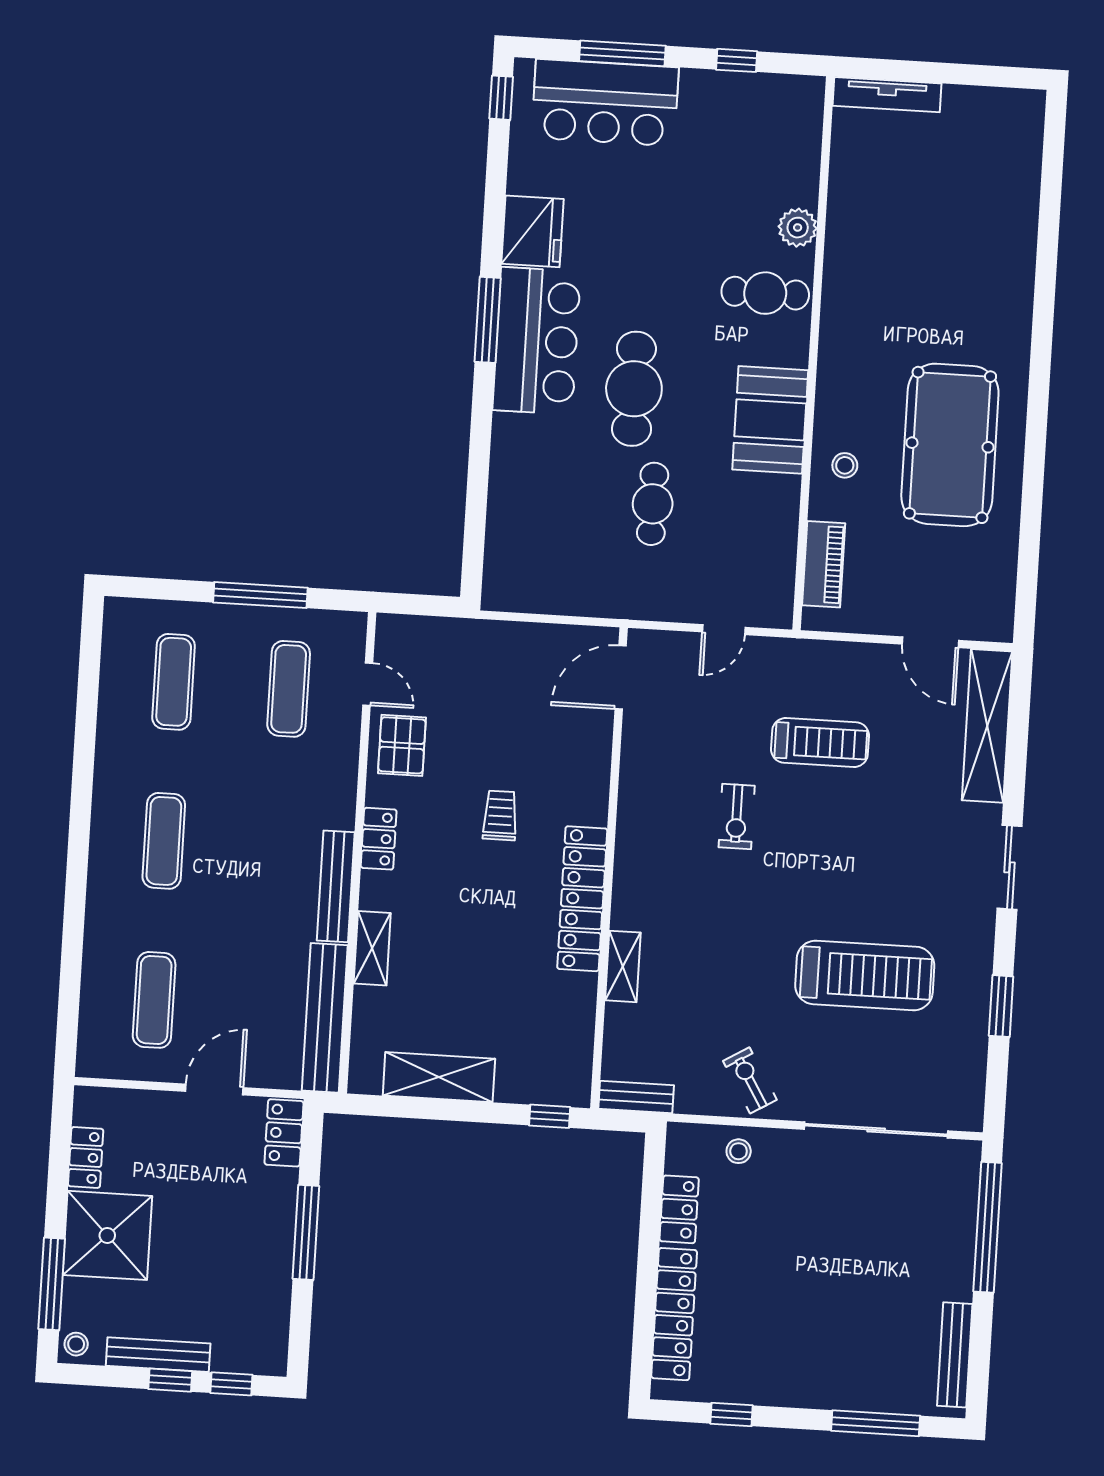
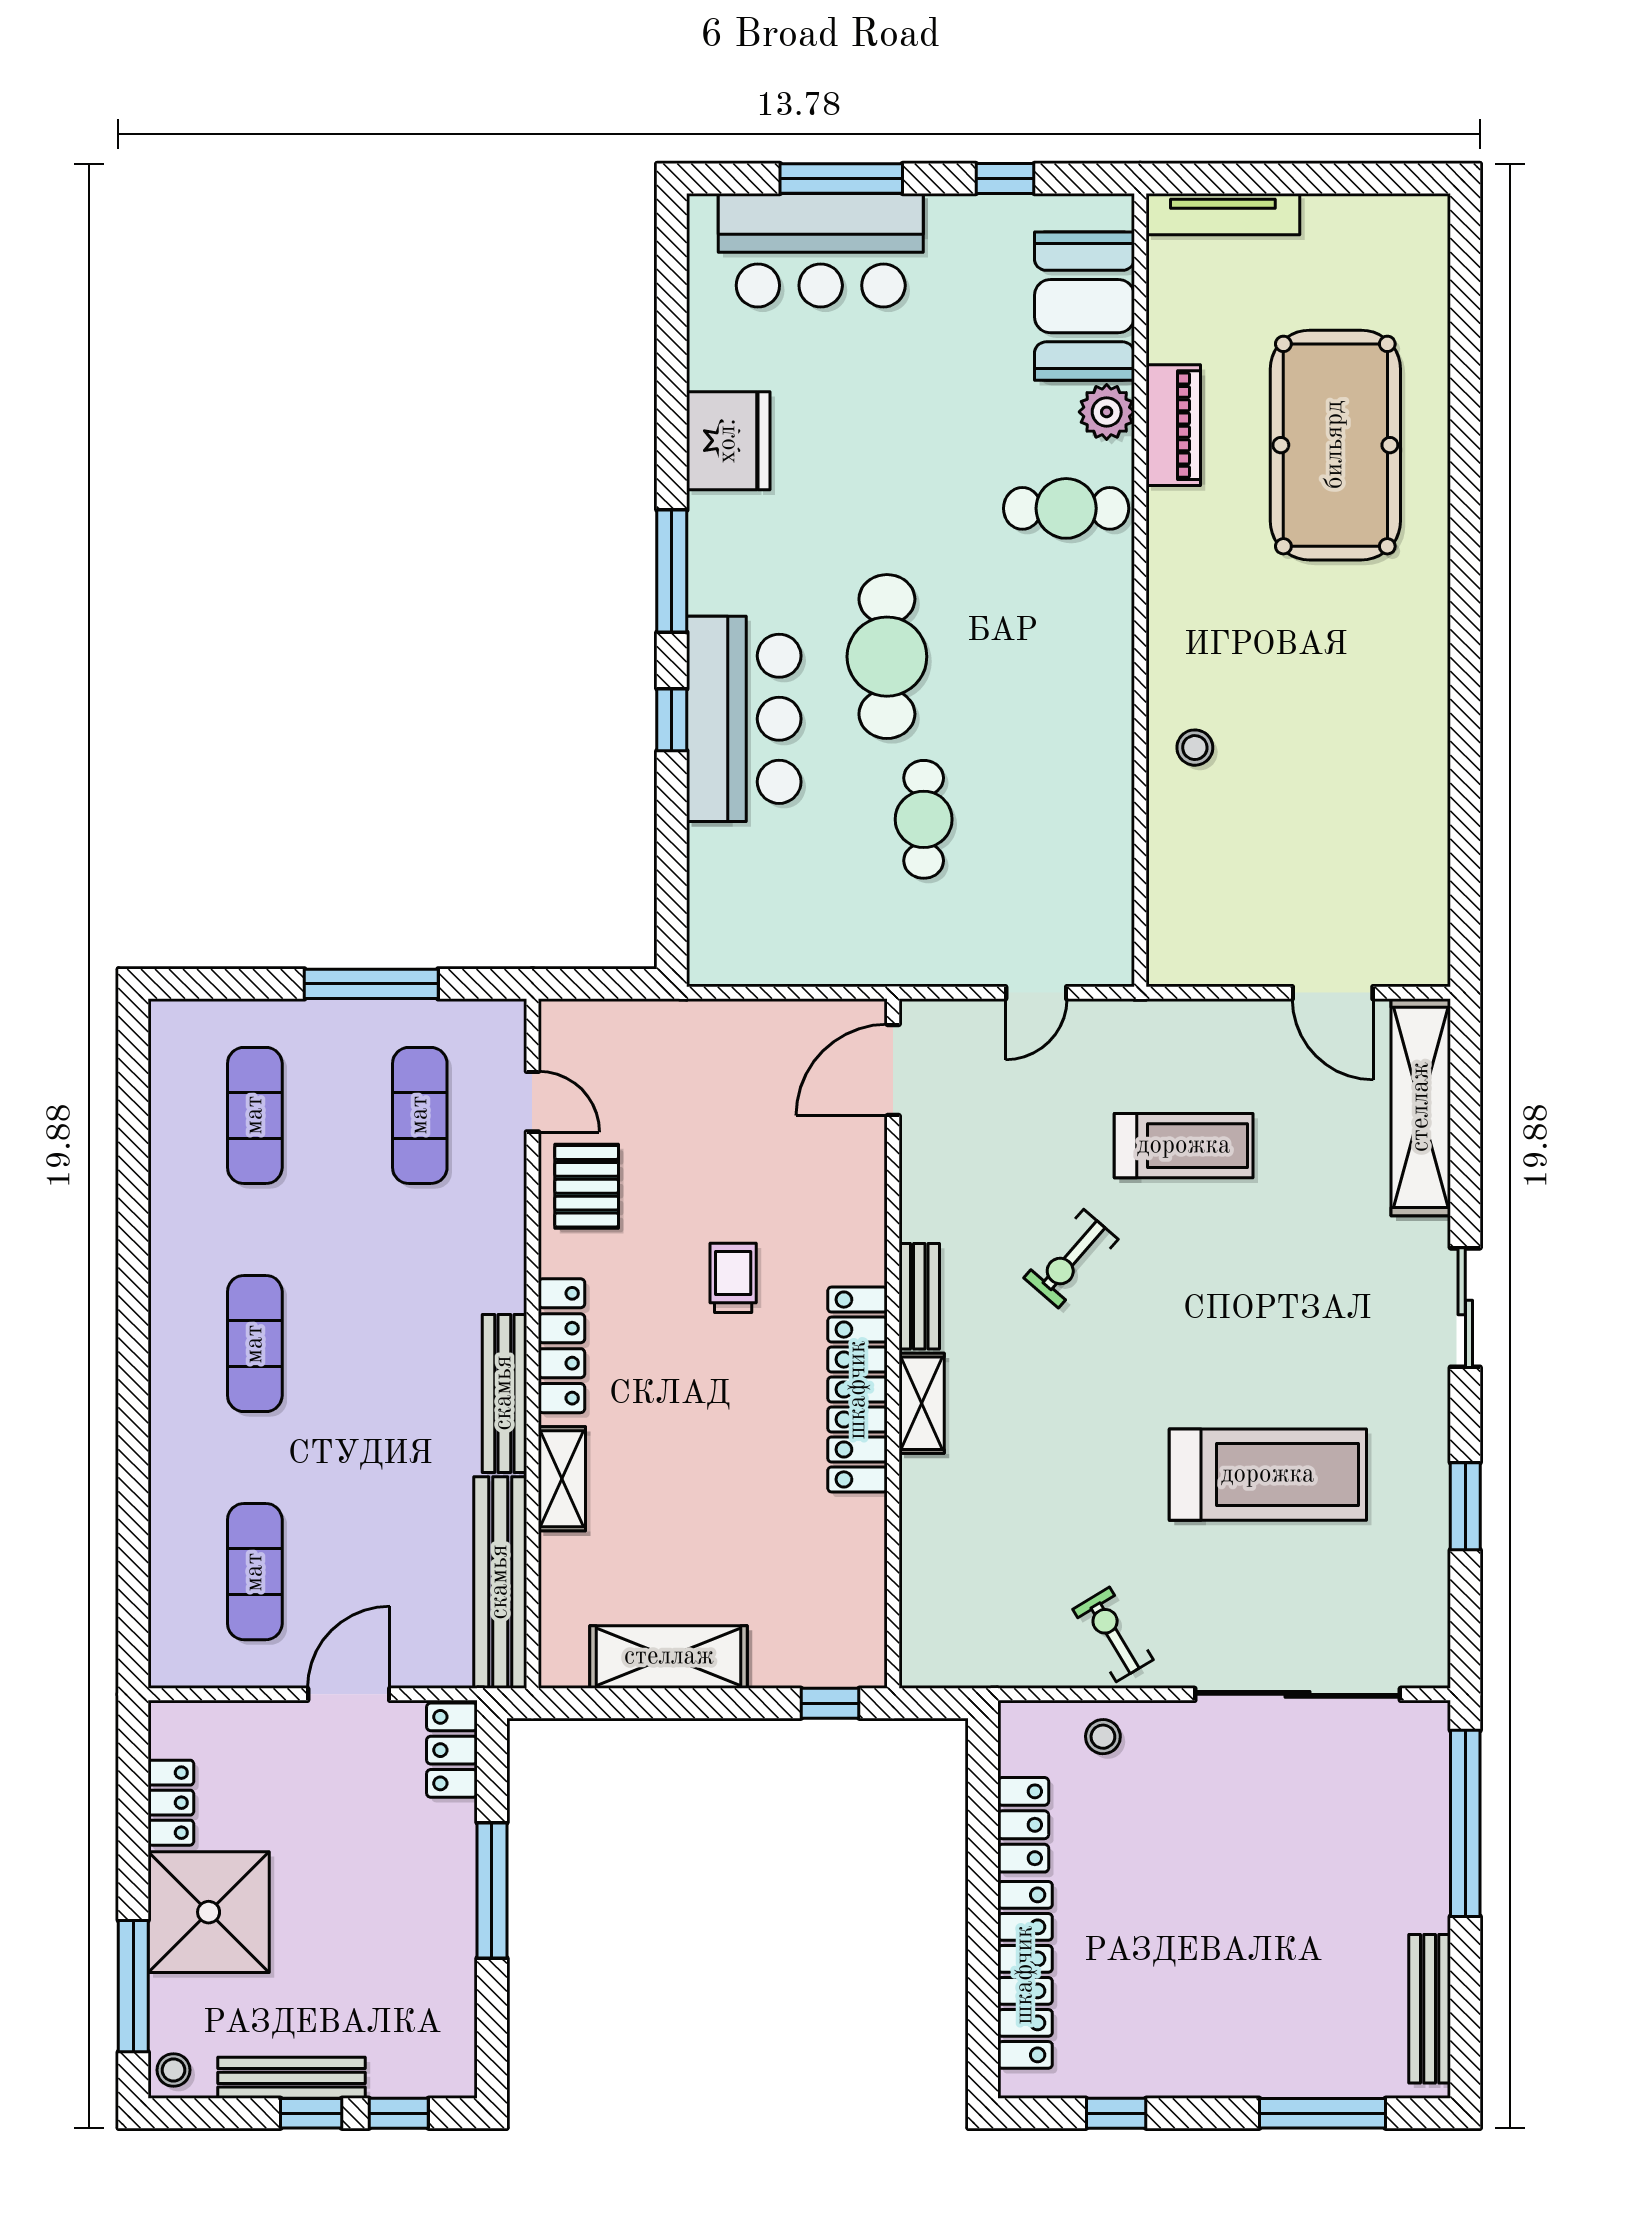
window: (501, 98) -> (672, 720), moved
bar counter: (537, 341) -> (744, 719), moved
booth: (770, 420) -> (1084, 306), moved
pool table: (950, 445) -> (1335, 445), moved
piano: (824, 564) -> (1173, 425), moved
exercise bike: (737, 816) -> (1071, 1259), turned 41
locker: (379, 839) -> (562, 1346), width x1.53
shelving: (623, 966) -> (922, 1403), moved
bench: (636, 1097) -> (919, 1296), moved, turned 90

